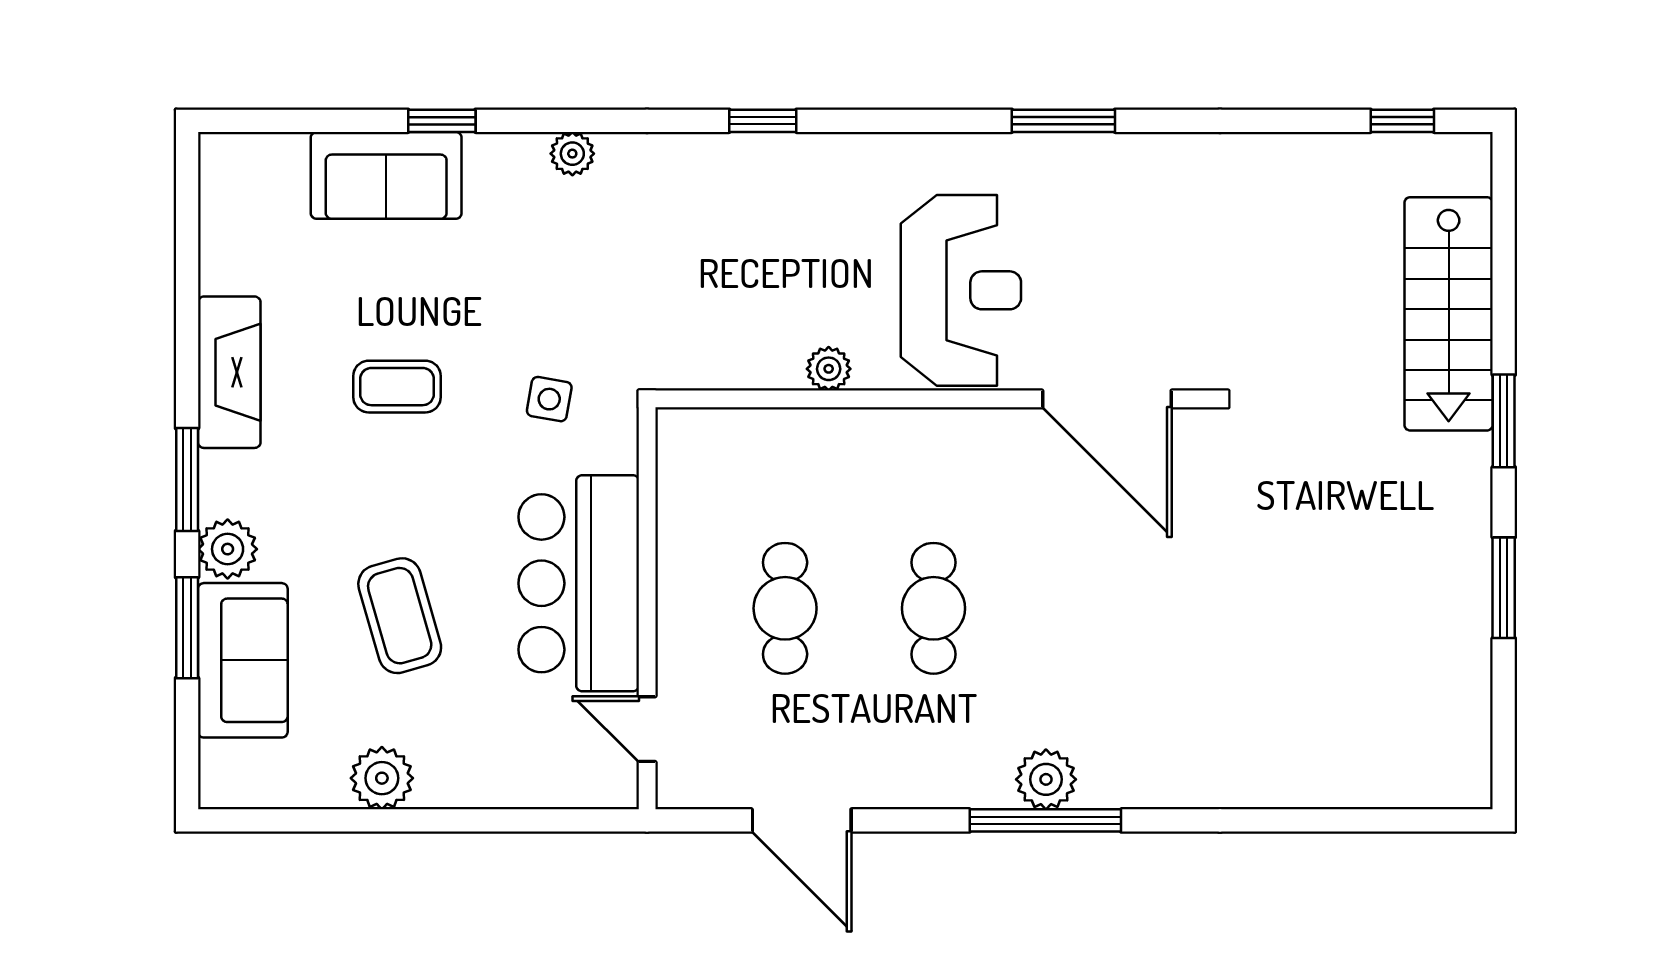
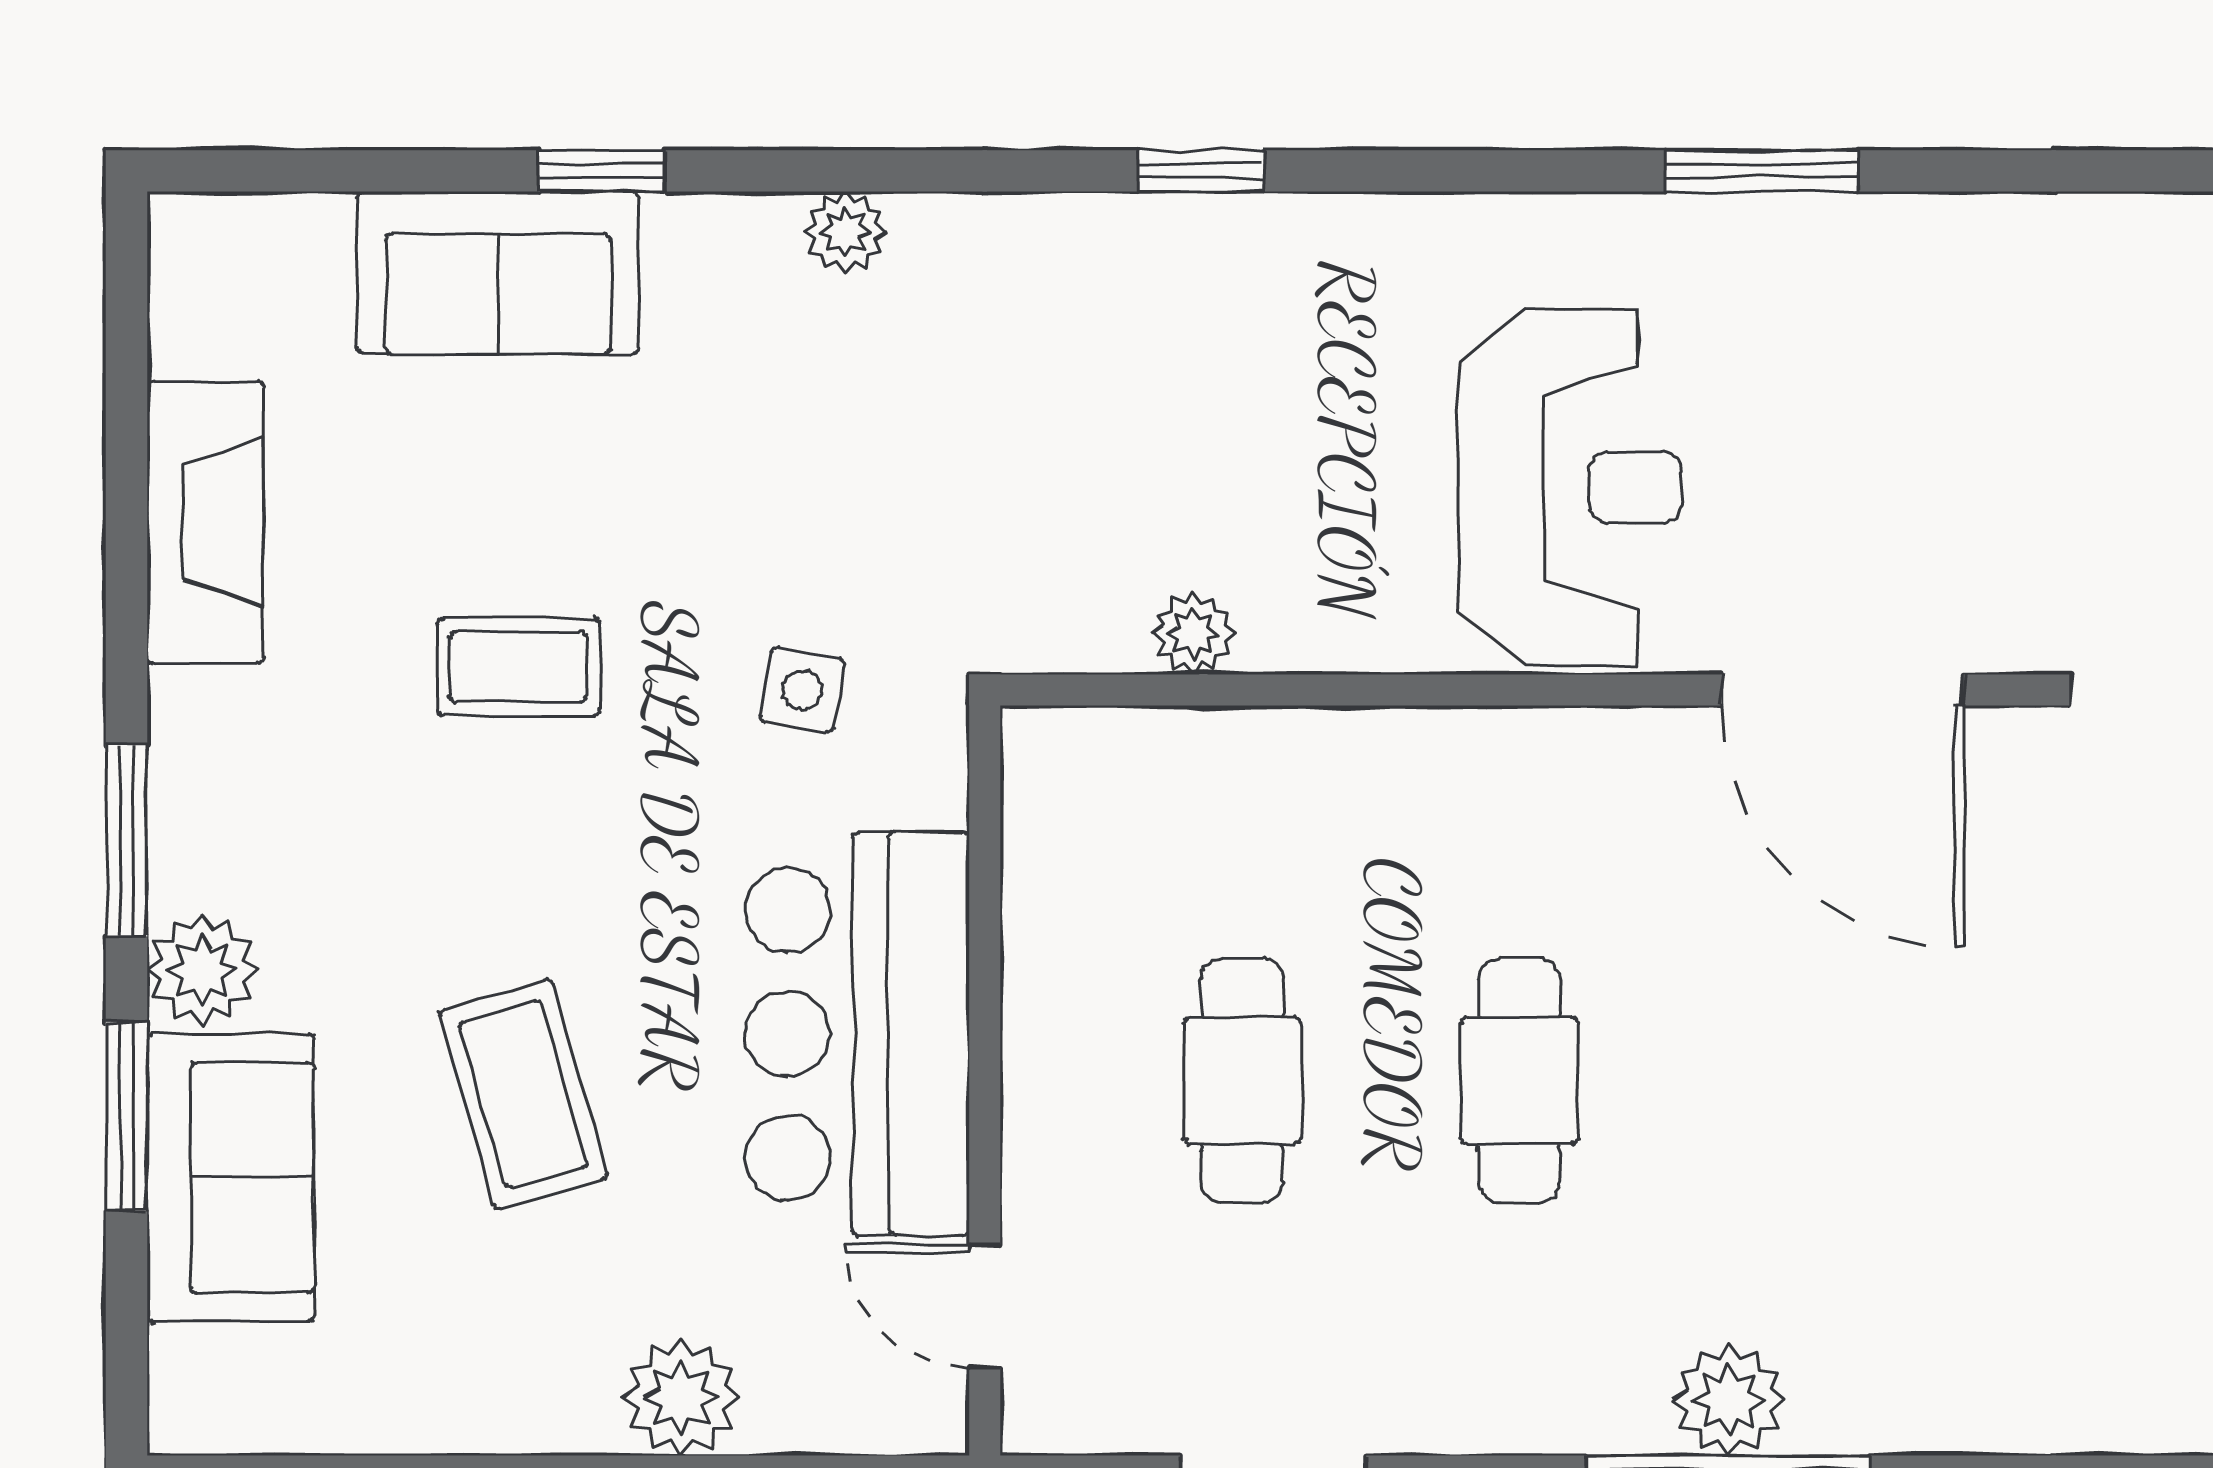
plant: (829, 369) -> (1193, 634), moved
fireplace: (229, 372) -> (205, 522), moved
plant: (382, 778) -> (681, 1397), moved

